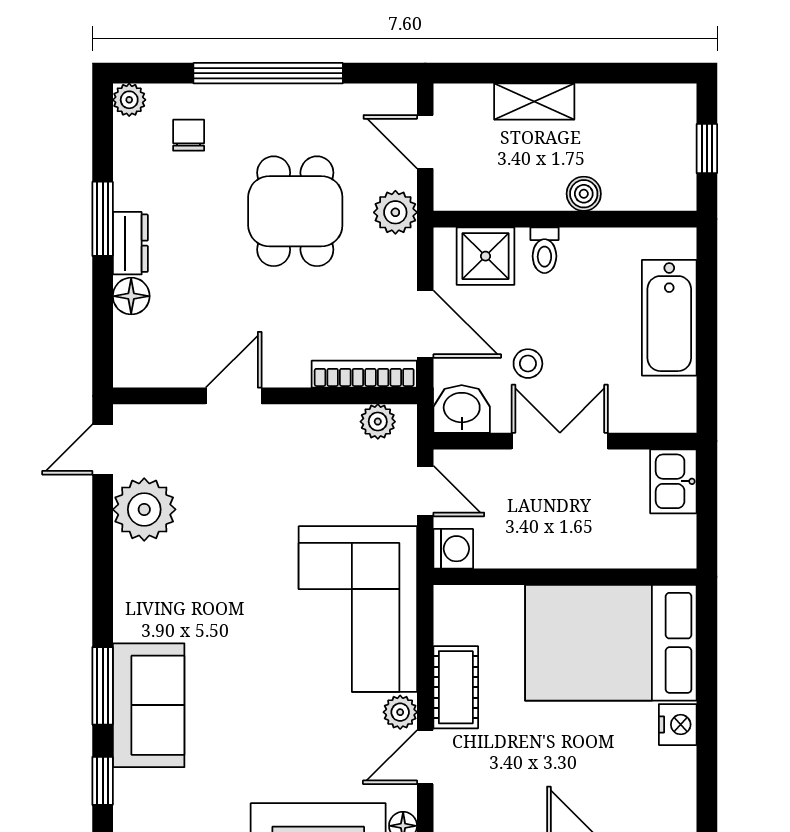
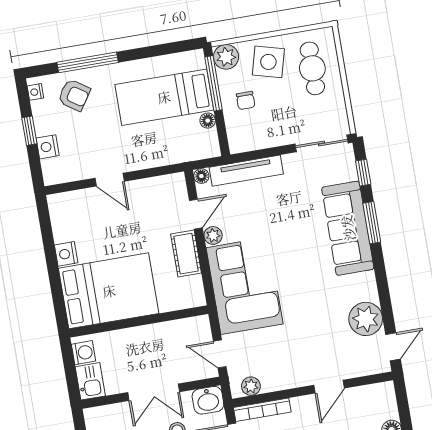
washing machine: (453, 549) -> (84, 353), moved, turned 180
sofa: (149, 705) -> (348, 228), width x1.36

